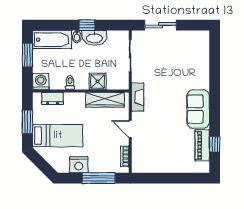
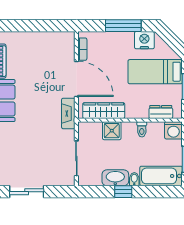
sliding door: (161, 25) -> (27, 192), moved
door: (130, 129) -> (76, 79), width x1.88
nightstand: (79, 165) -> (144, 40), moved
window: (99, 178) -> (123, 26), moved

